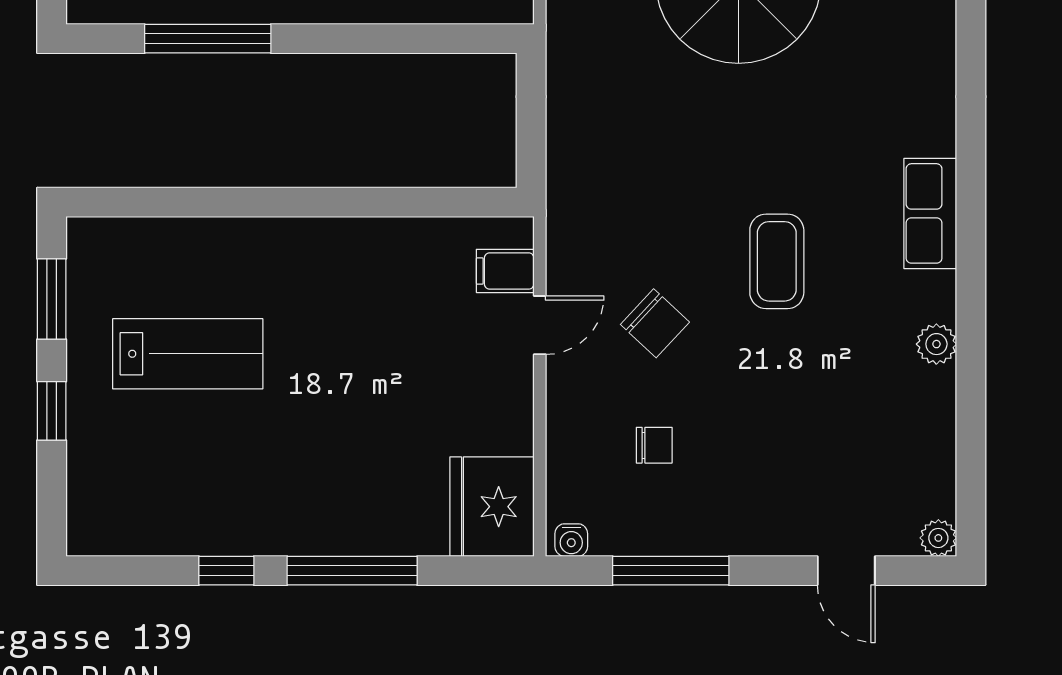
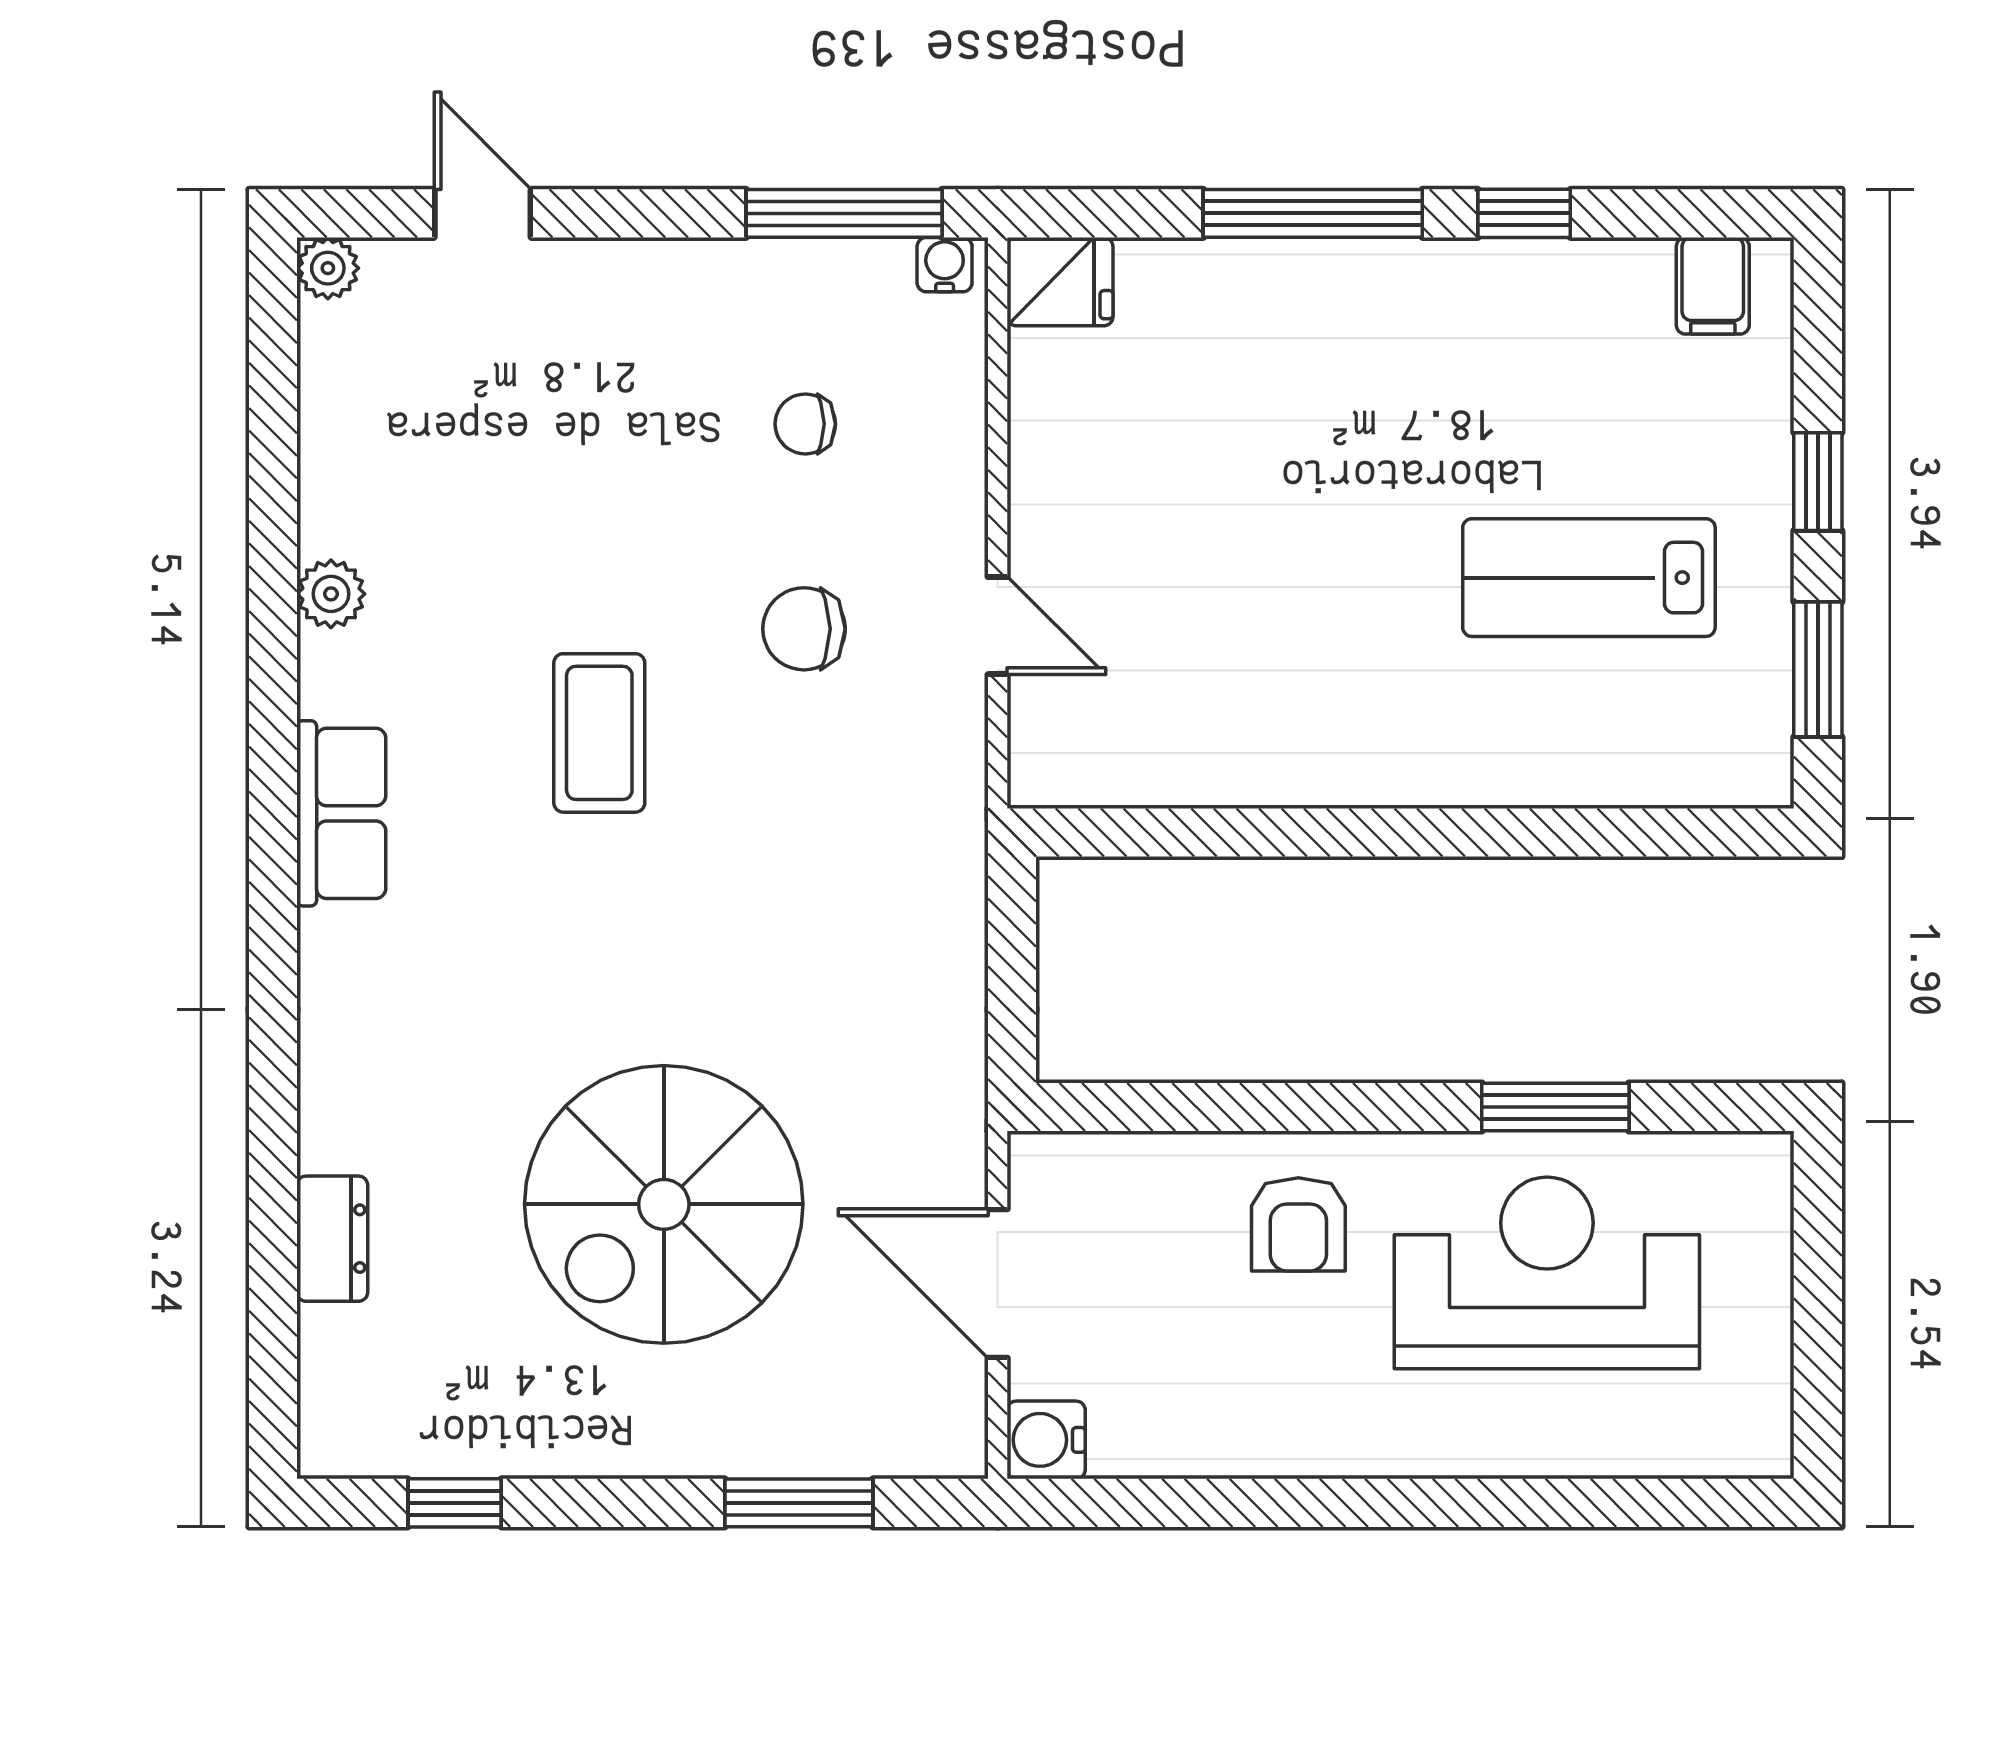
window: (208, 39) -> (1555, 1107), width x0.69
filing cabinet: (505, 271) -> (1713, 286), moved, turned 90
chair: (655, 323) -> (804, 629), turned -43
door: (540, 325) -> (998, 626), swing flipped
fridge: (492, 507) -> (1060, 282), width x0.53, depth x0.75
window: (671, 571) -> (844, 213), moved

